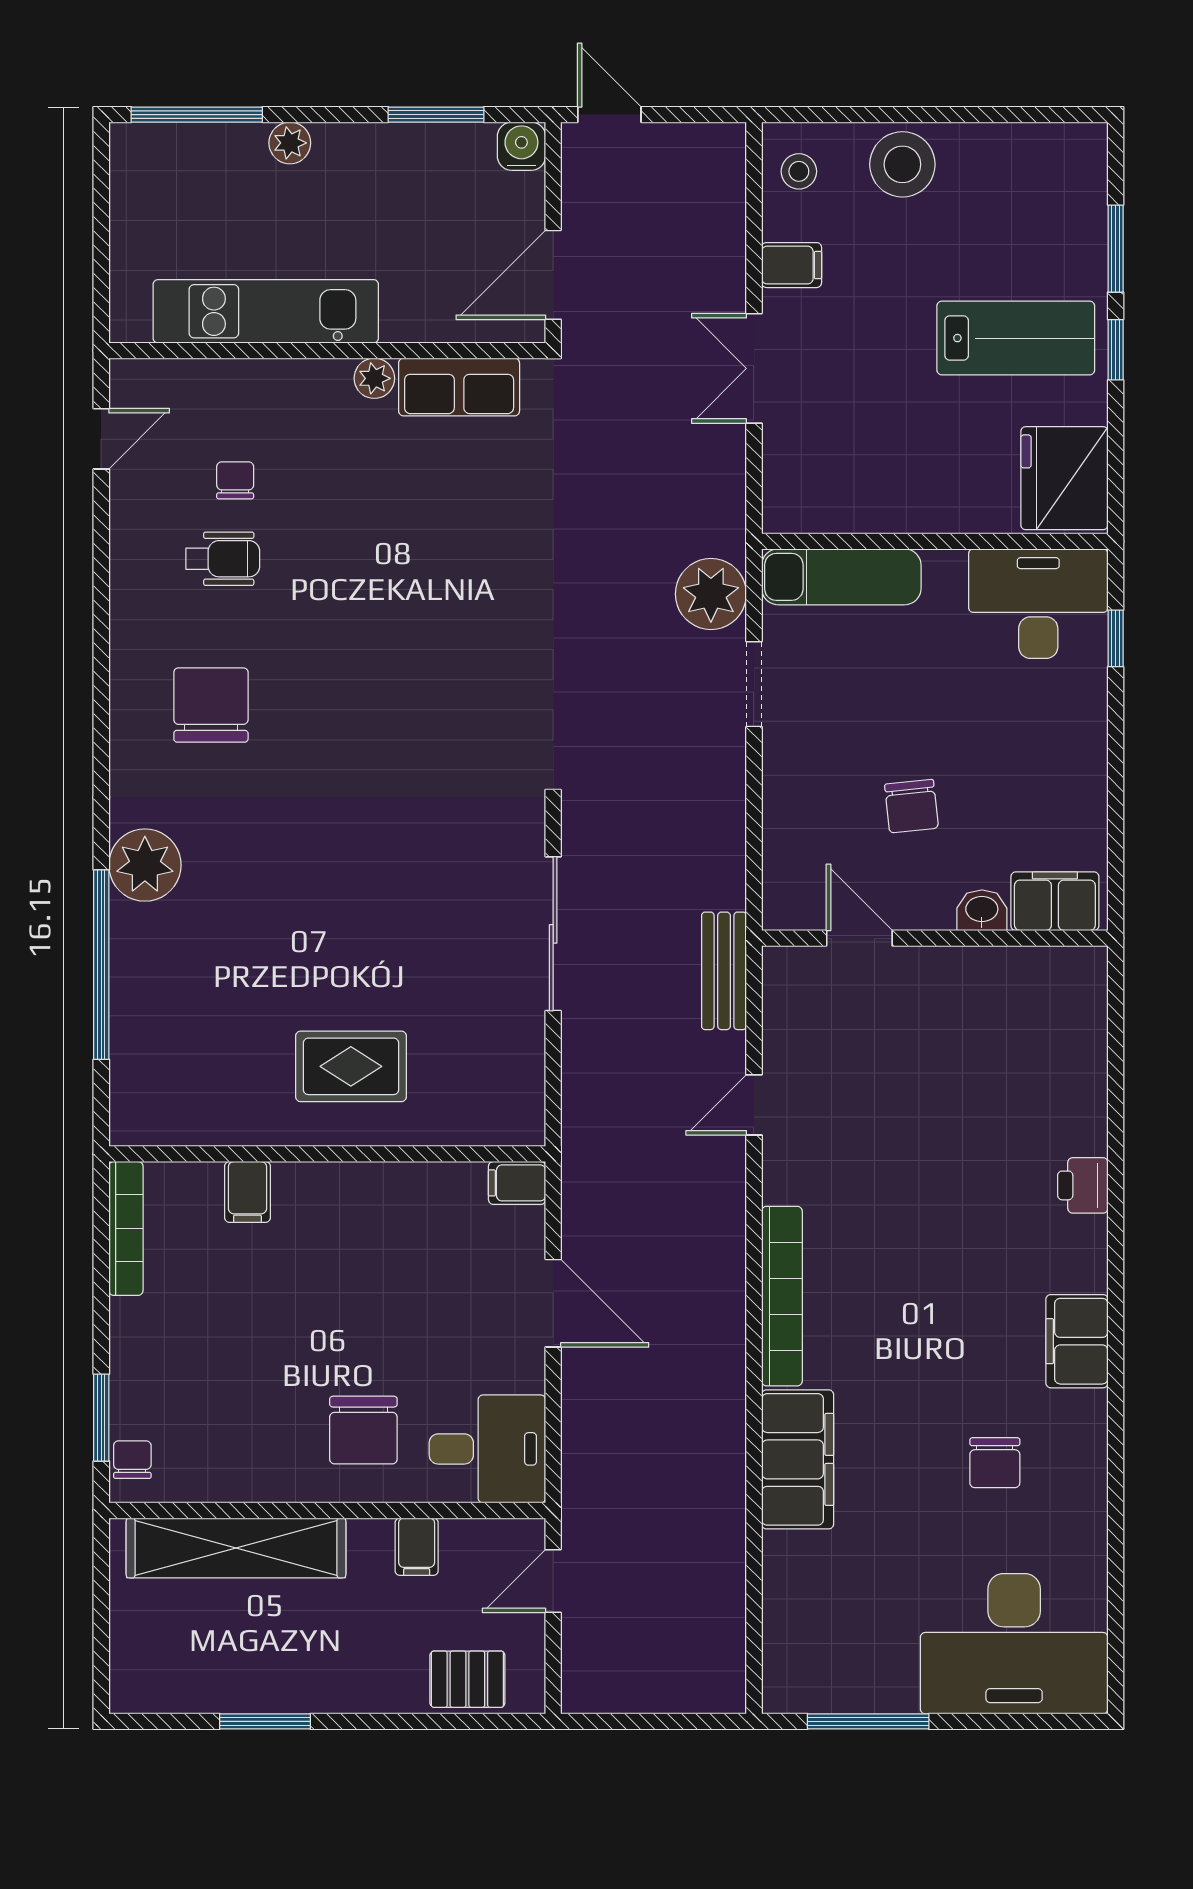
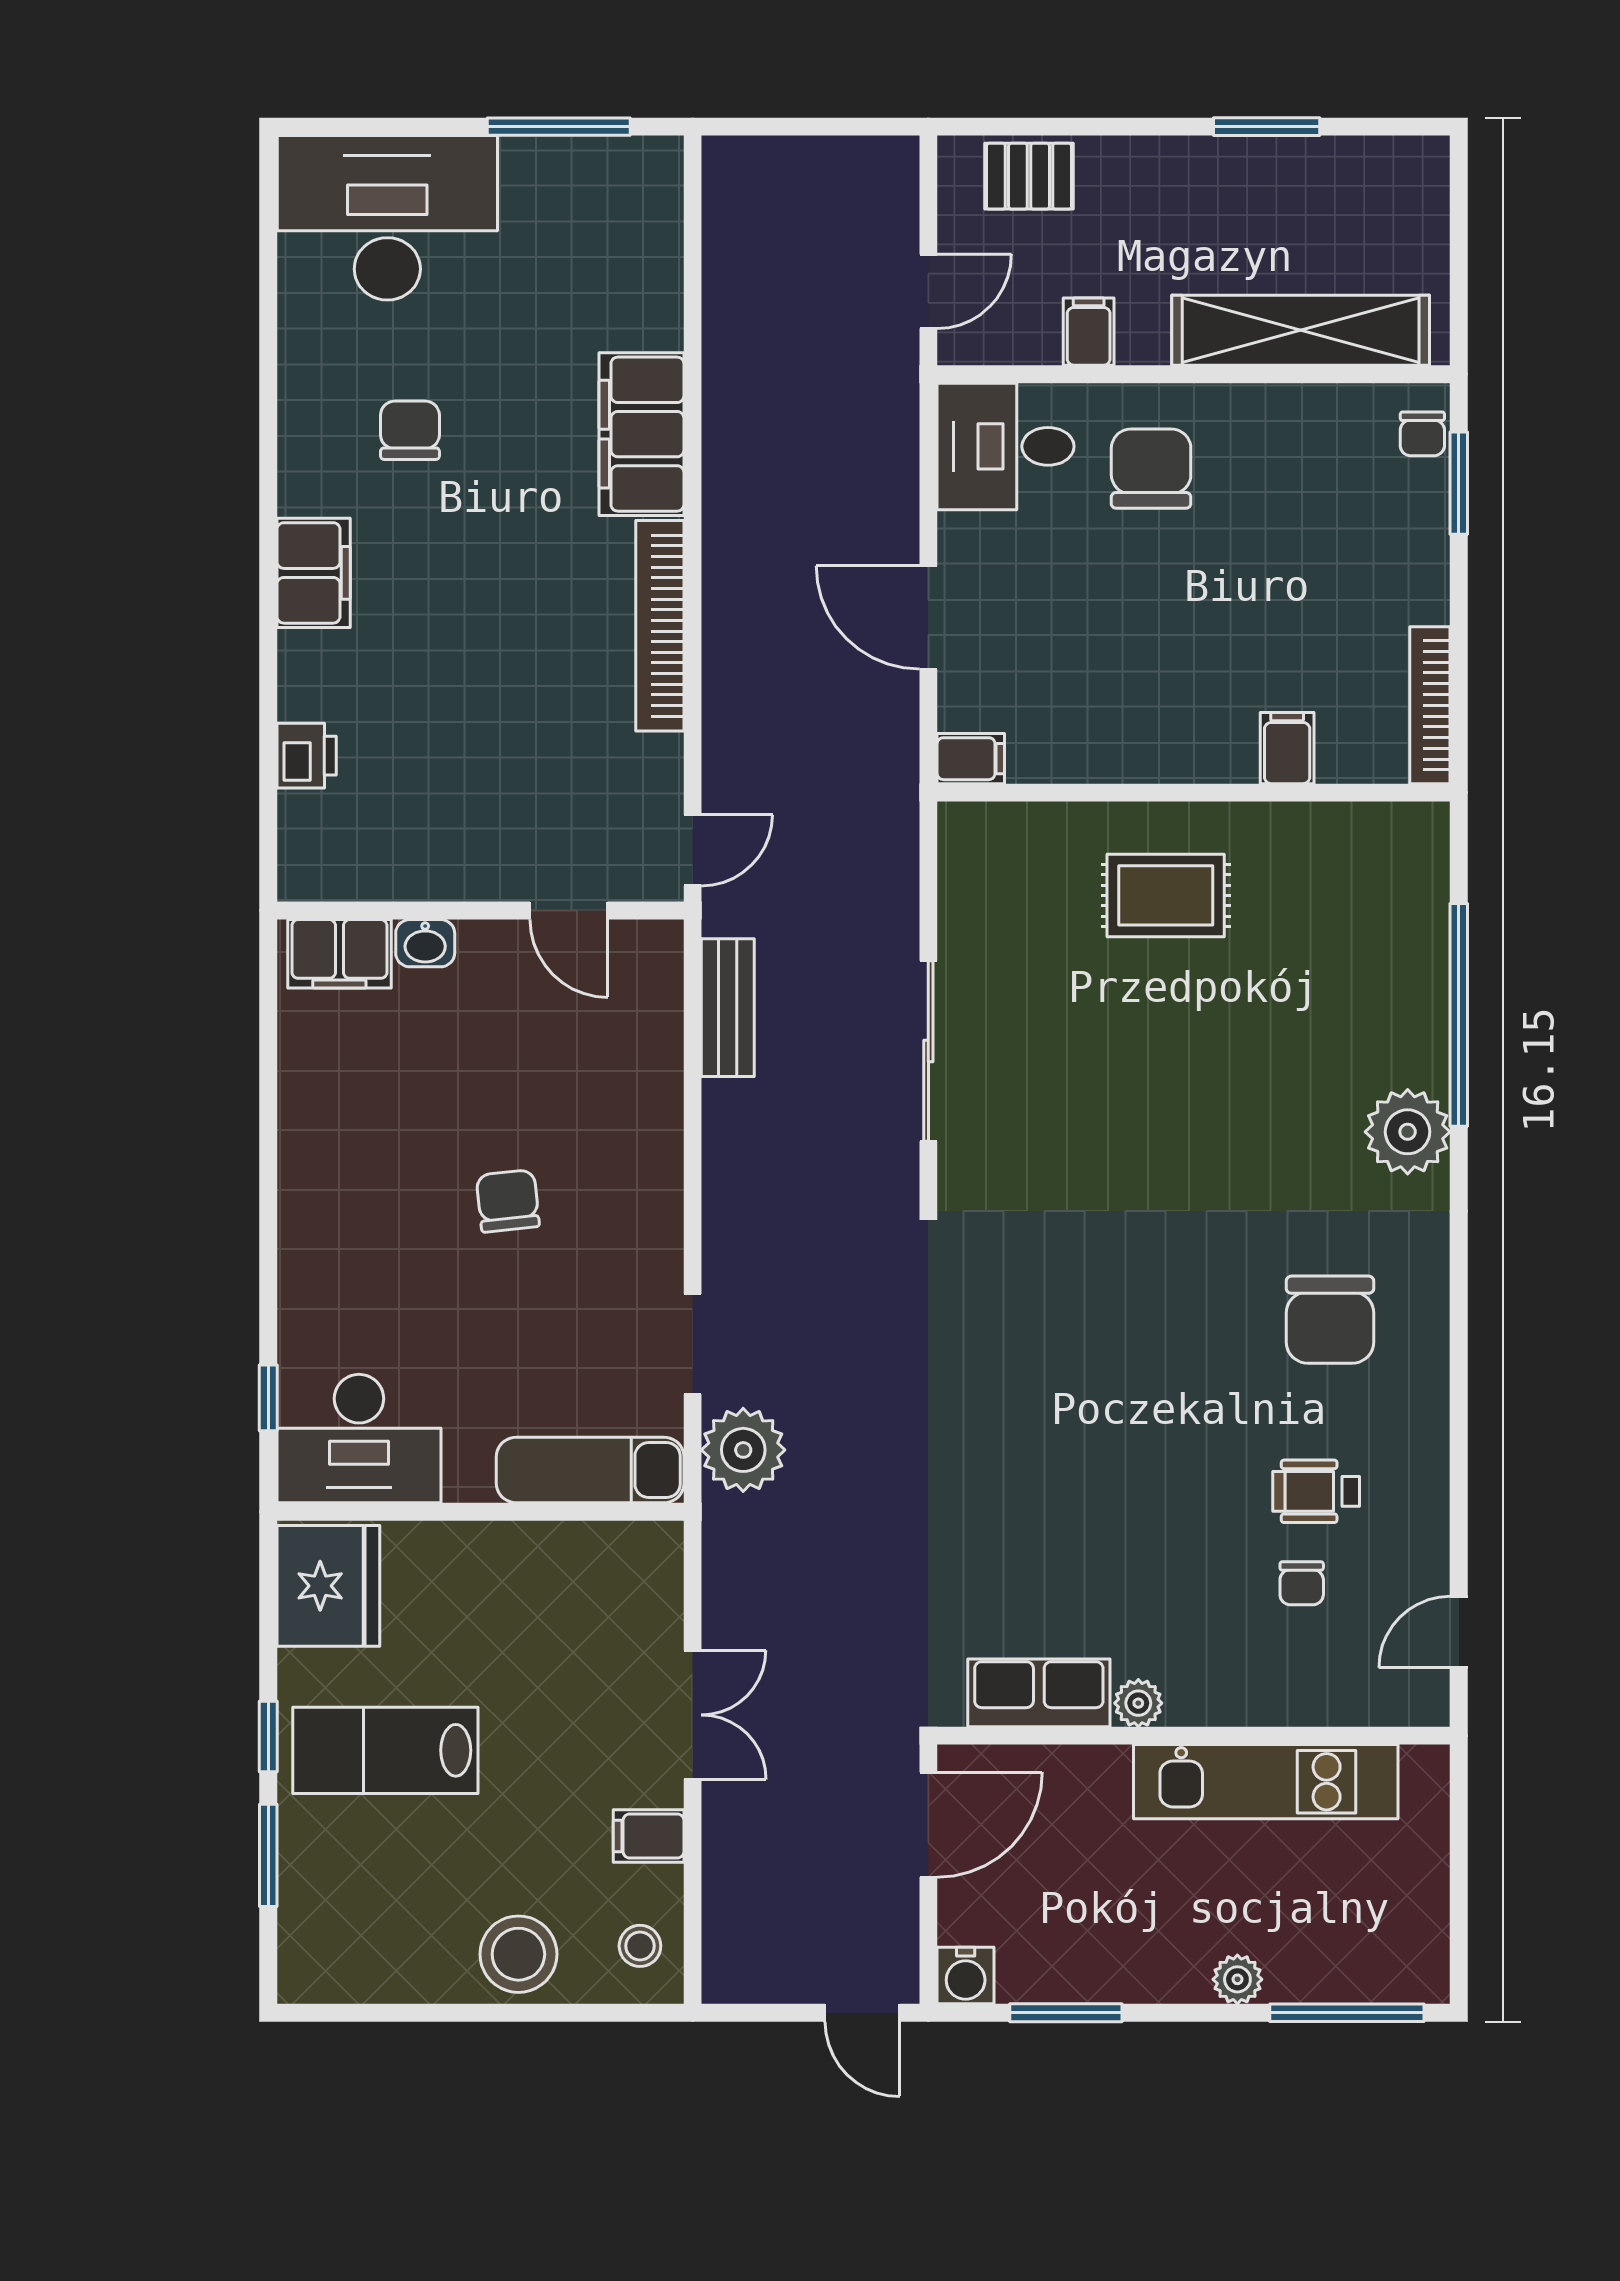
filing cabinet: (1055, 901) -> (339, 954), moved
washbasin: (982, 910) -> (425, 943), moved
door: (859, 938) -> (569, 911), moved
wall: (935, 938) -> (480, 911), moved

